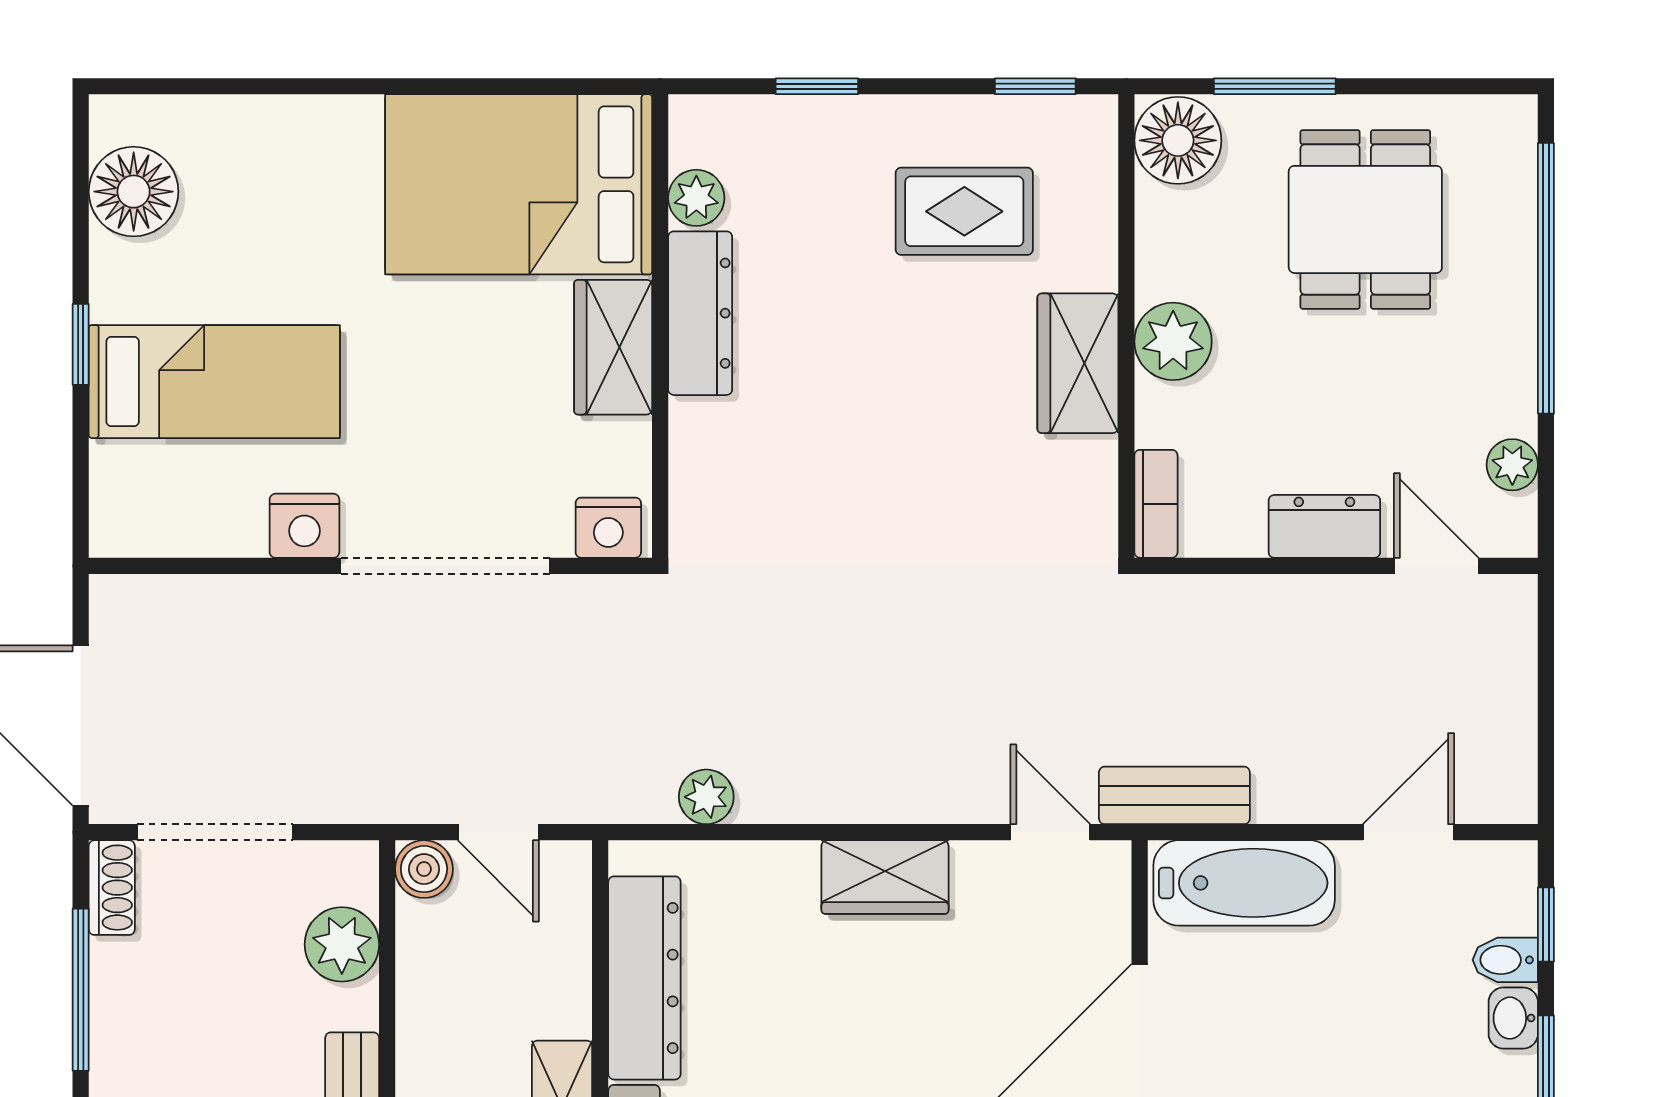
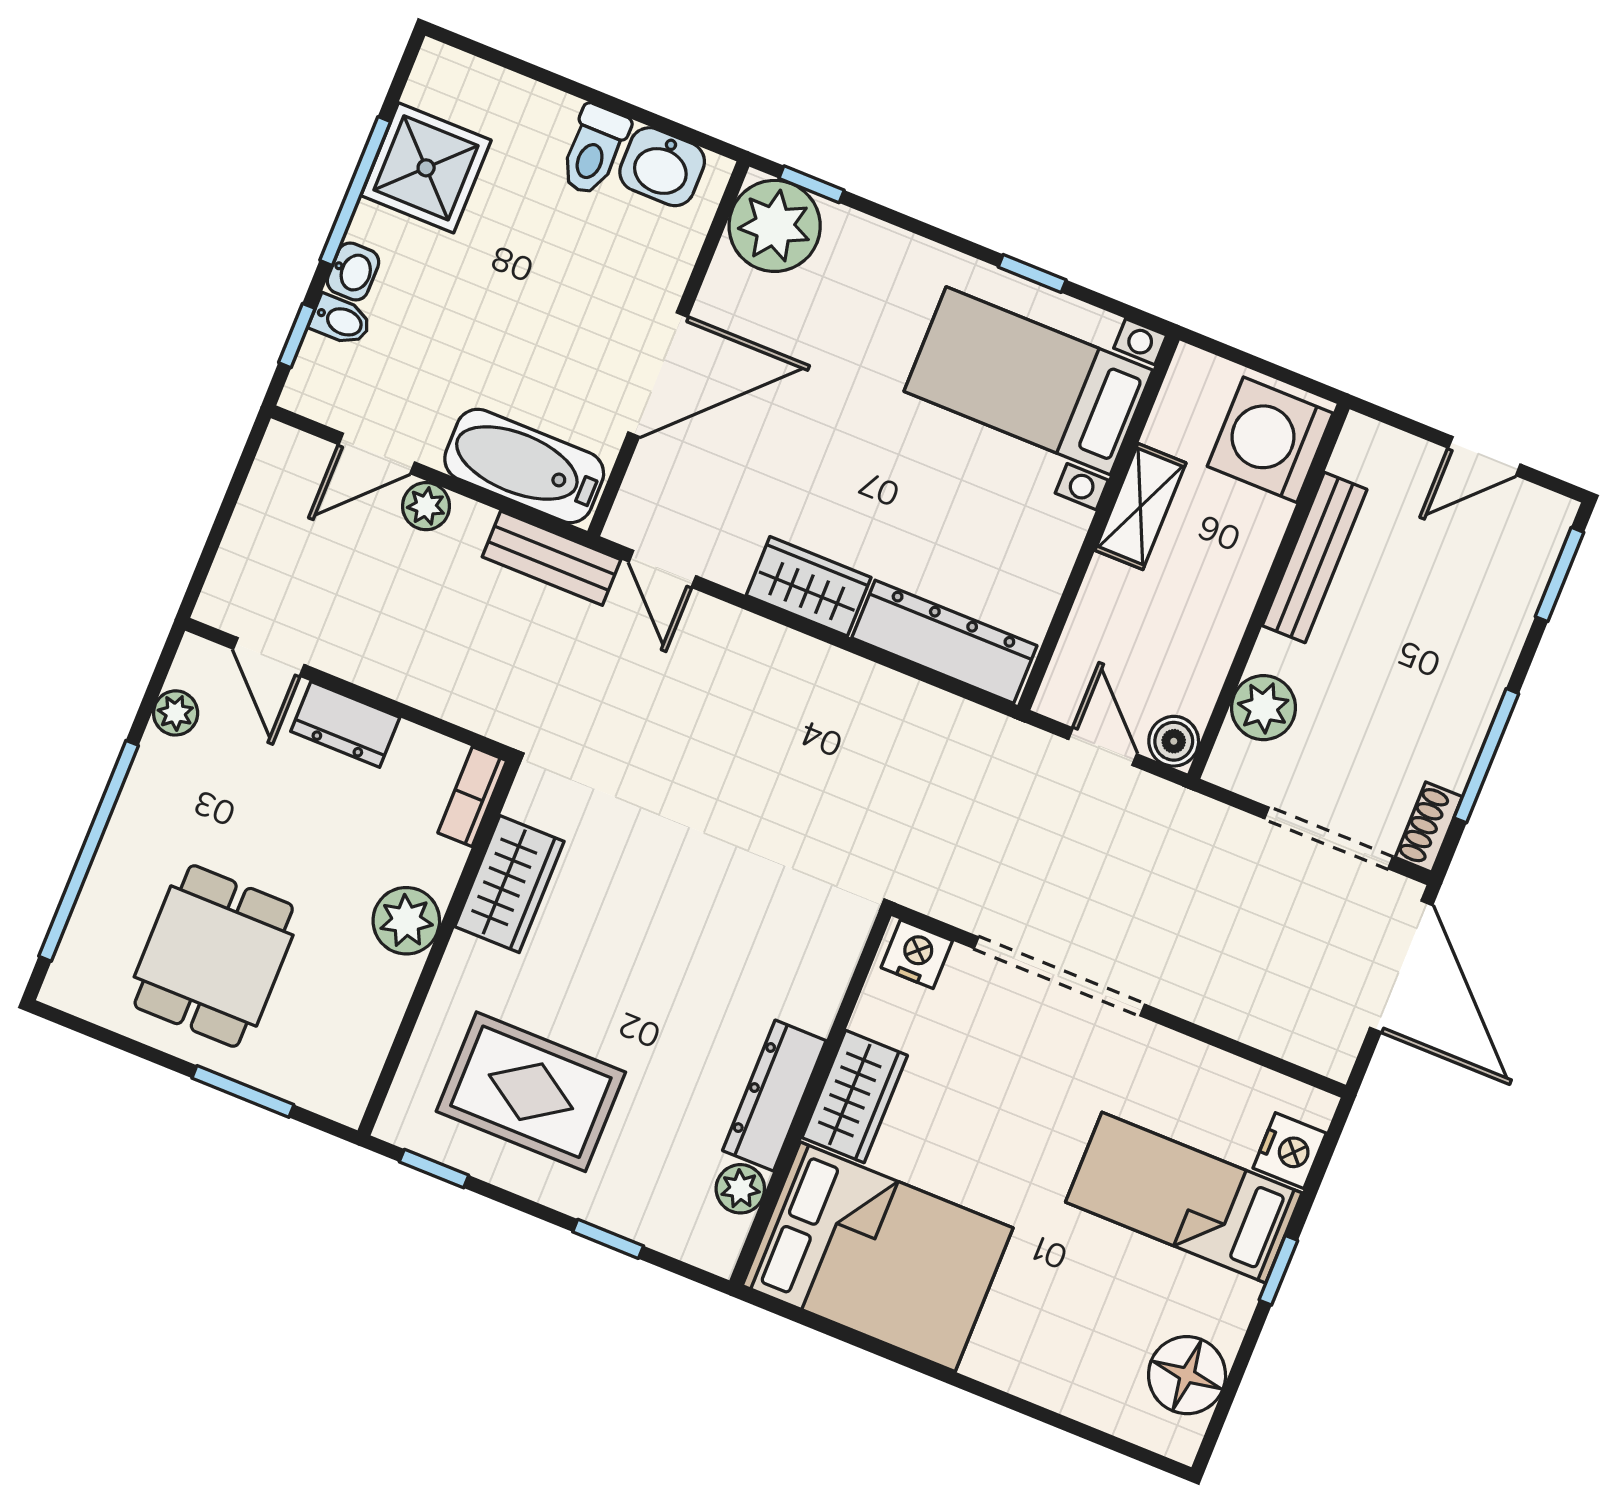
floor lamp: (1178, 140) -> (338, 1079), removed
rug: (964, 211) -> (531, 1092), width x1.36, depth x1.43
wardrobe: (1078, 363) -> (509, 884), moved
nightstand: (304, 526) -> (1290, 1151), moved, turned 90
plant: (706, 797) -> (426, 506), moved
dresser: (644, 978) -> (944, 642), moved, turned 90

